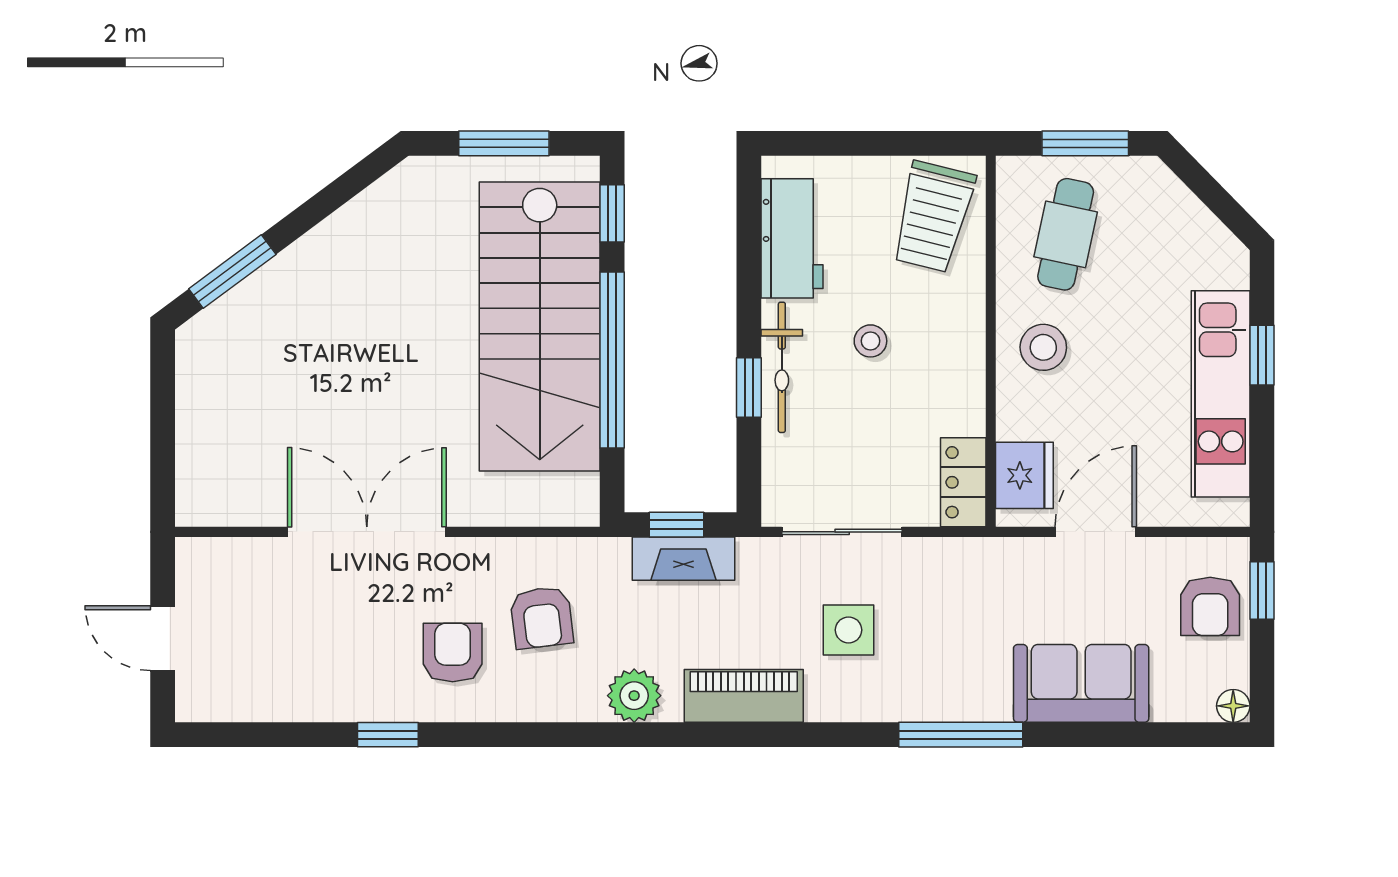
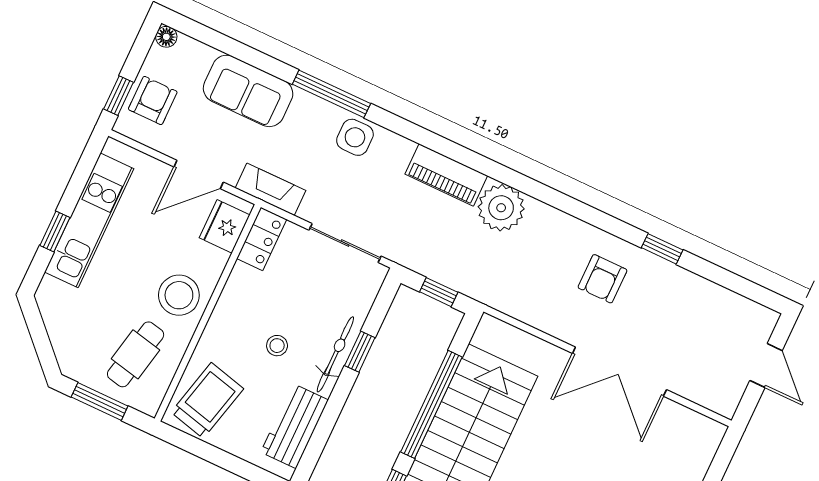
stool: (1043, 347) -> (179, 295), width x1.38, depth x1.38
fireplace: (683, 559) -> (270, 189), moved
armchair: (542, 618) -> (542, 275), removed
side table: (849, 630) -> (355, 137), moved
plant: (634, 696) -> (501, 208), width x1.36, depth x1.36

